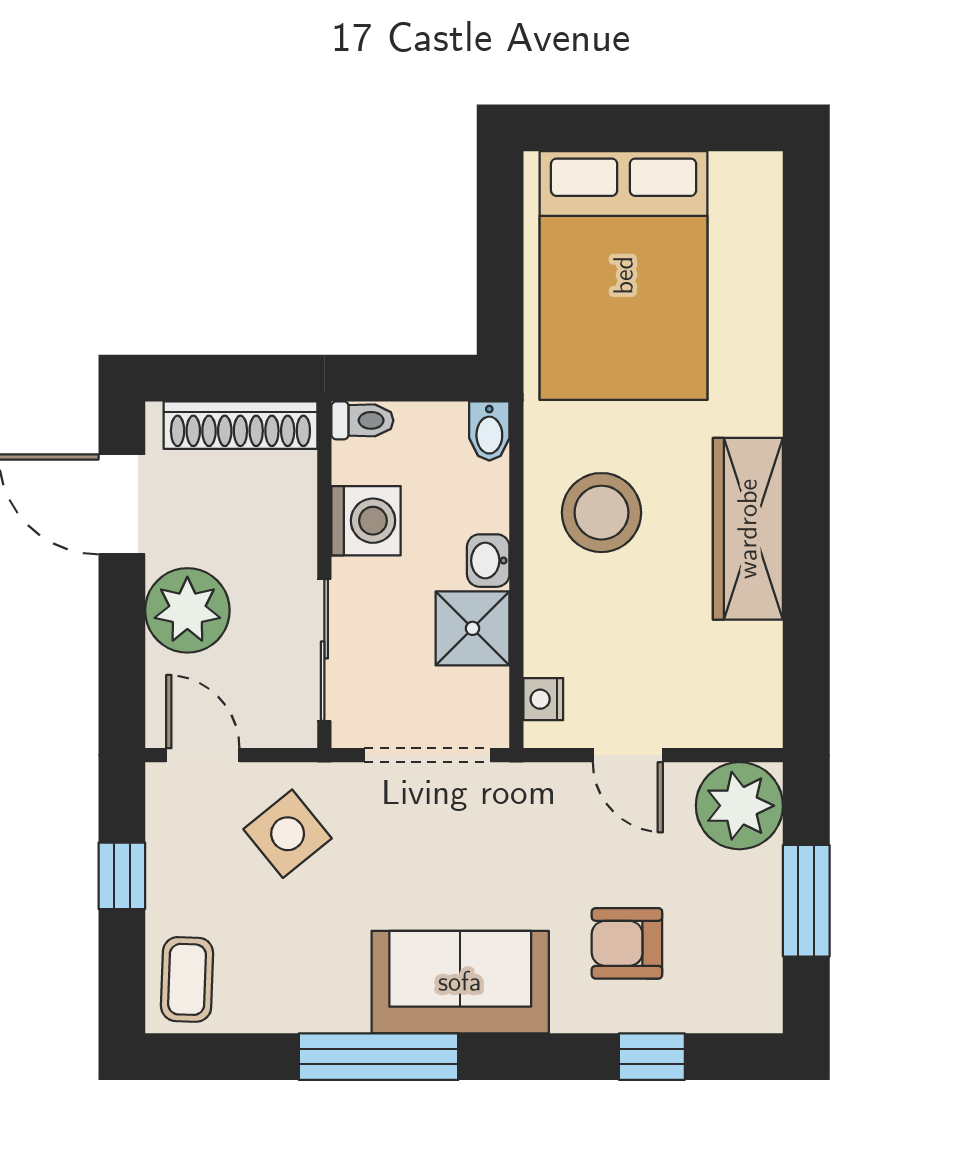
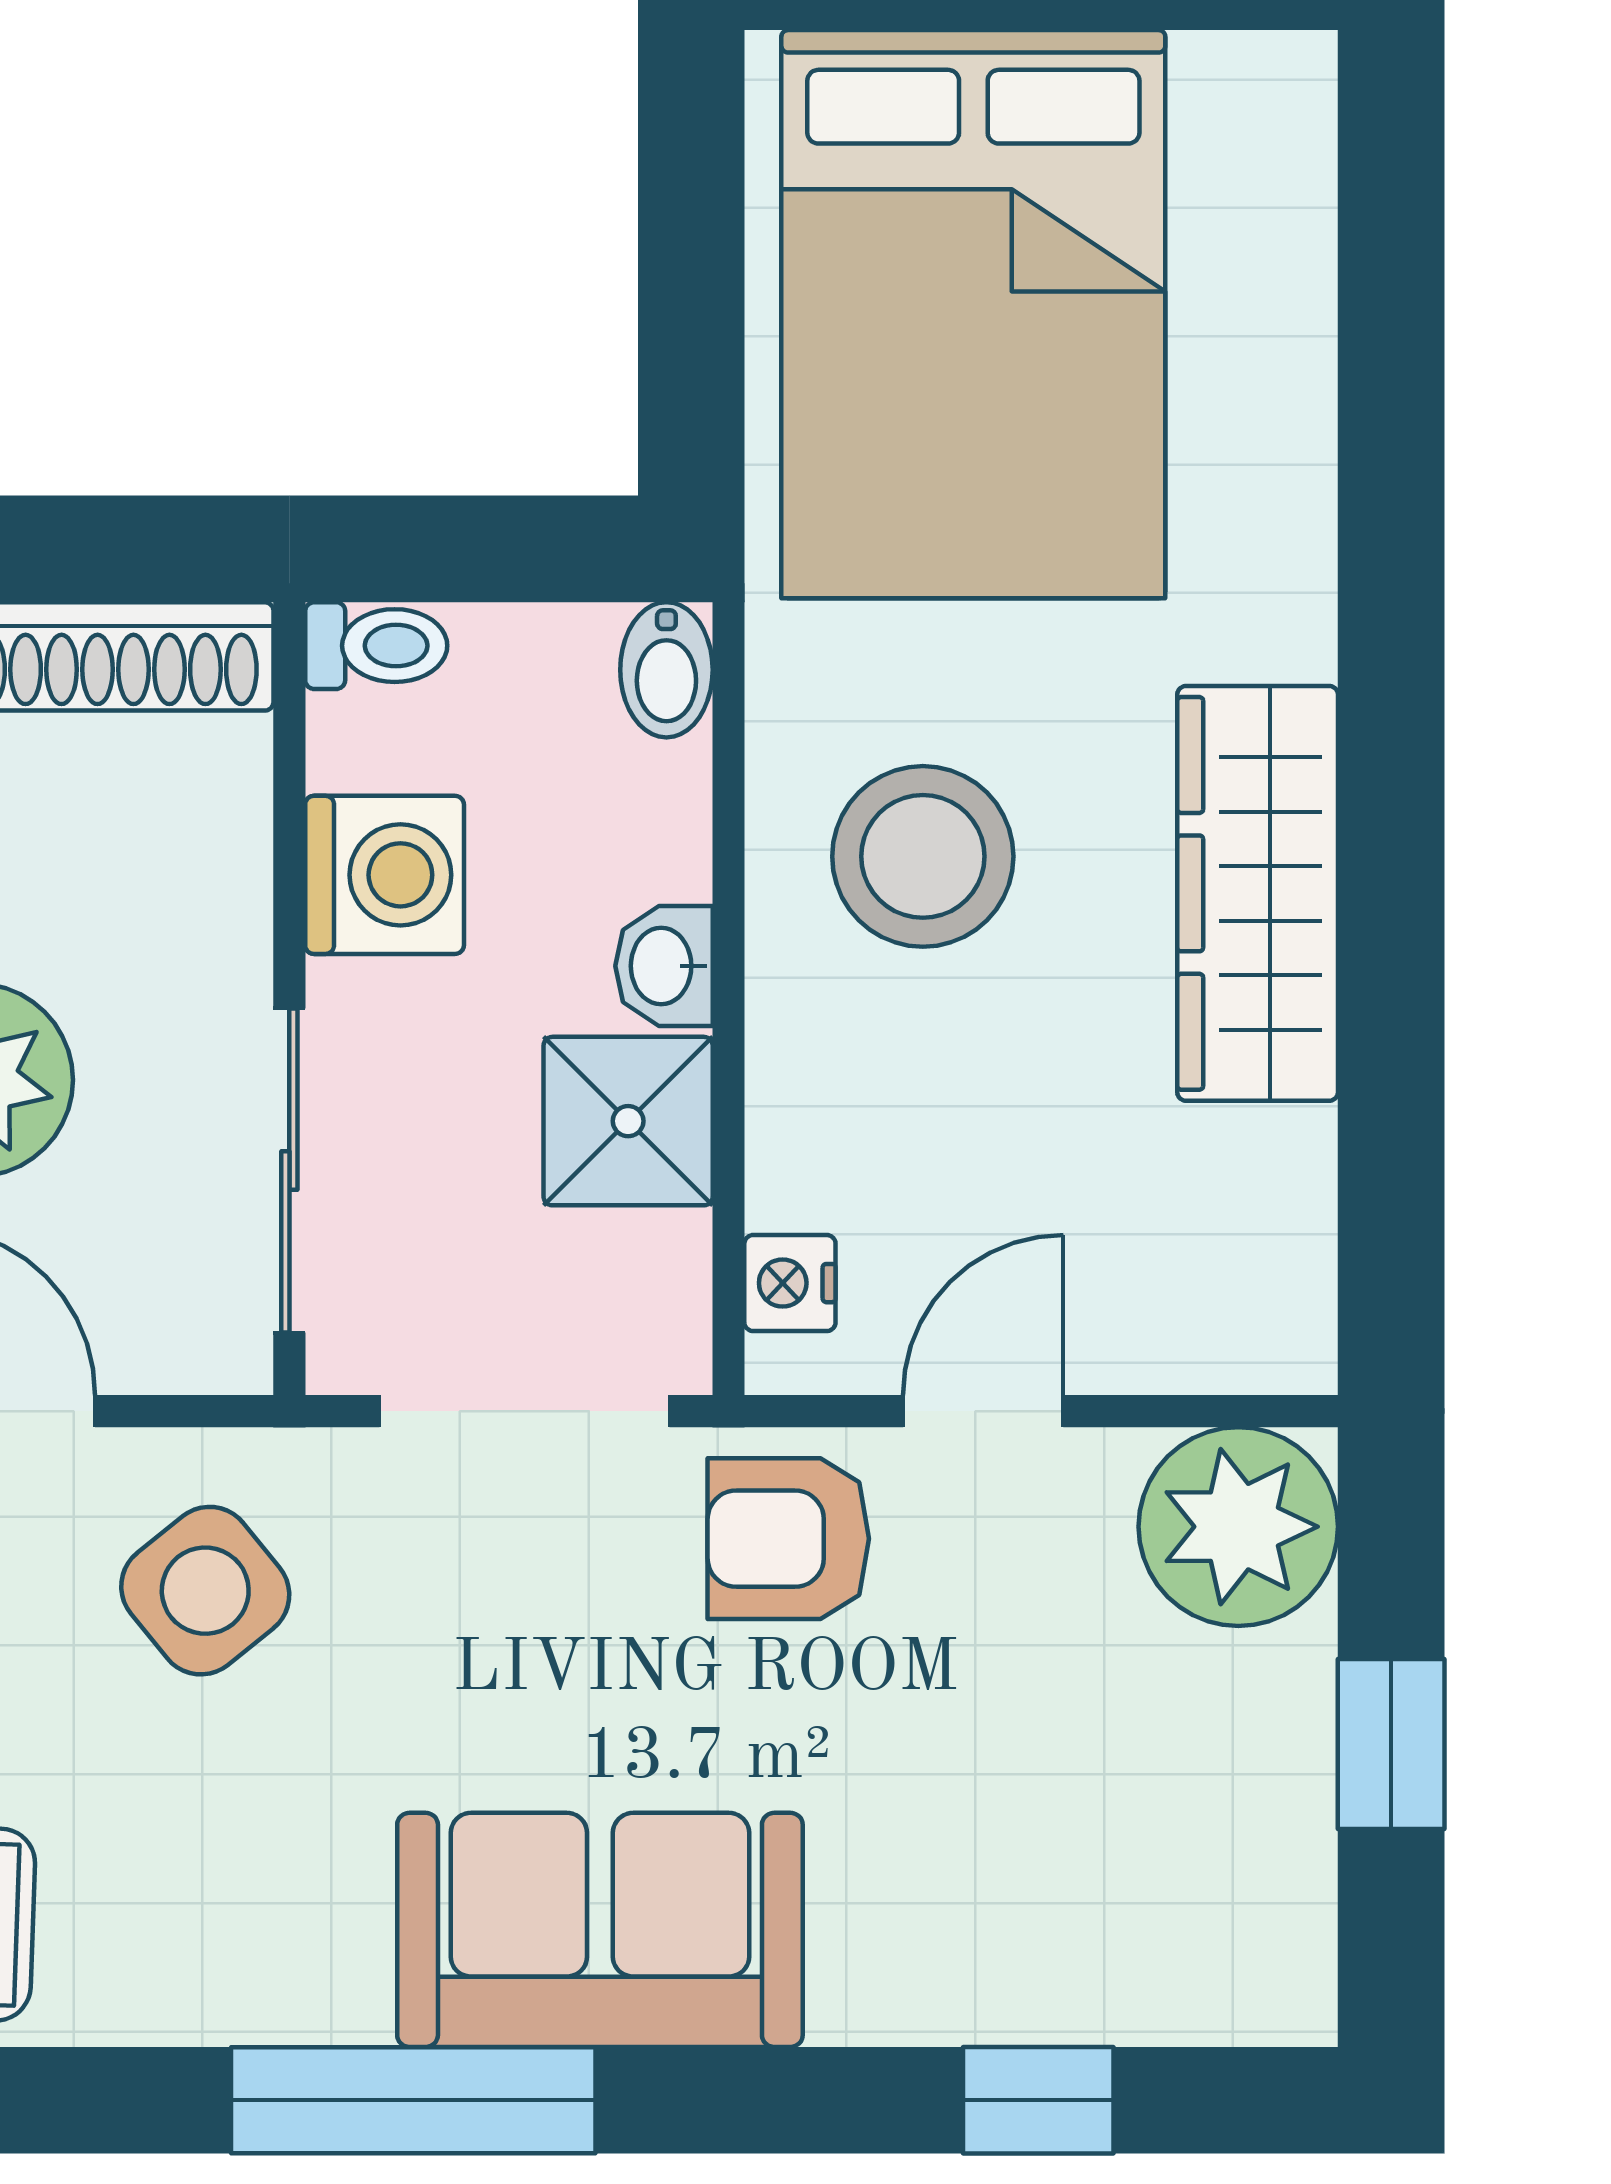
door: (628, 755) -> (983, 1411), swing flipped
window: (806, 901) -> (1391, 1744), width x0.67
armchair: (627, 943) -> (788, 1539), moved

